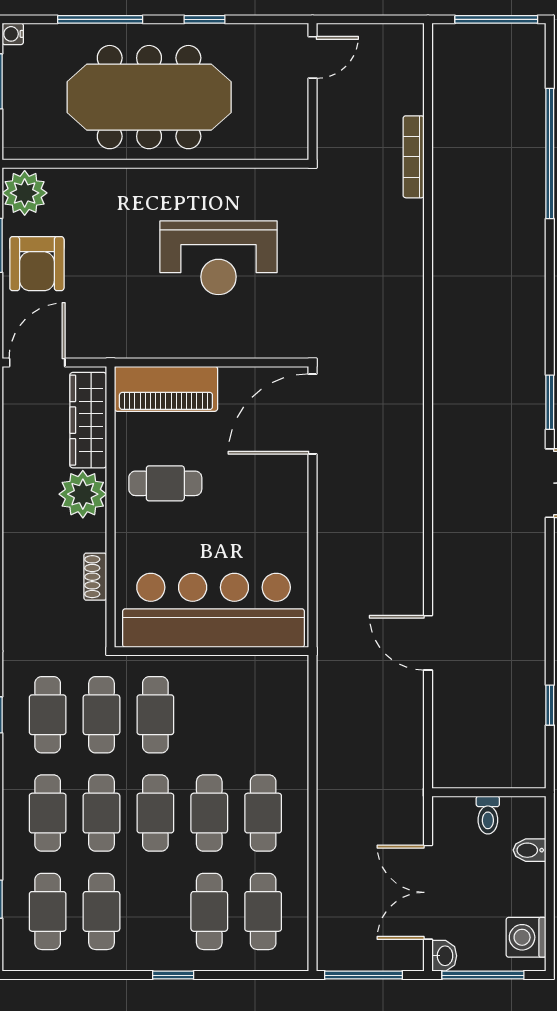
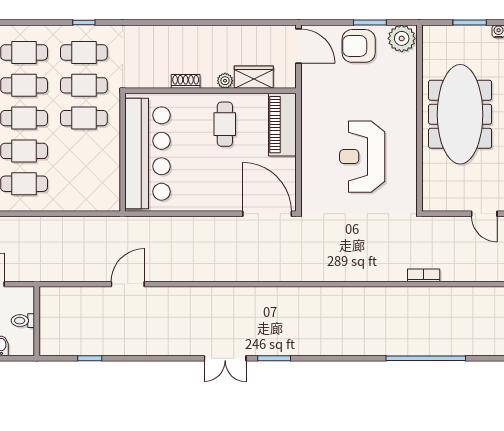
bookcase: (414, 157) -> (424, 275), width x0.64
wardrobe: (88, 420) -> (254, 77), width x0.67
plant: (83, 494) -> (225, 81), width x0.53, depth x0.53
shoe rack: (95, 577) -> (186, 81), moved

